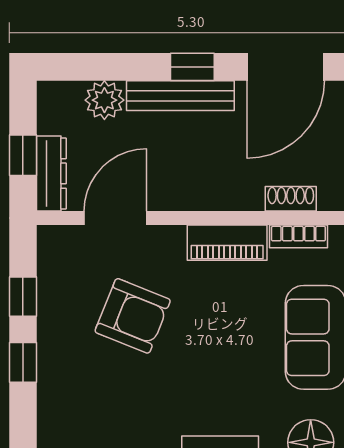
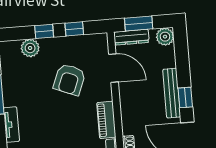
plant: (104, 100) -> (165, 37), moved
window: (23, 155) -> (139, 24), width x1.50
plant: (57, 396) -> (30, 48), added

